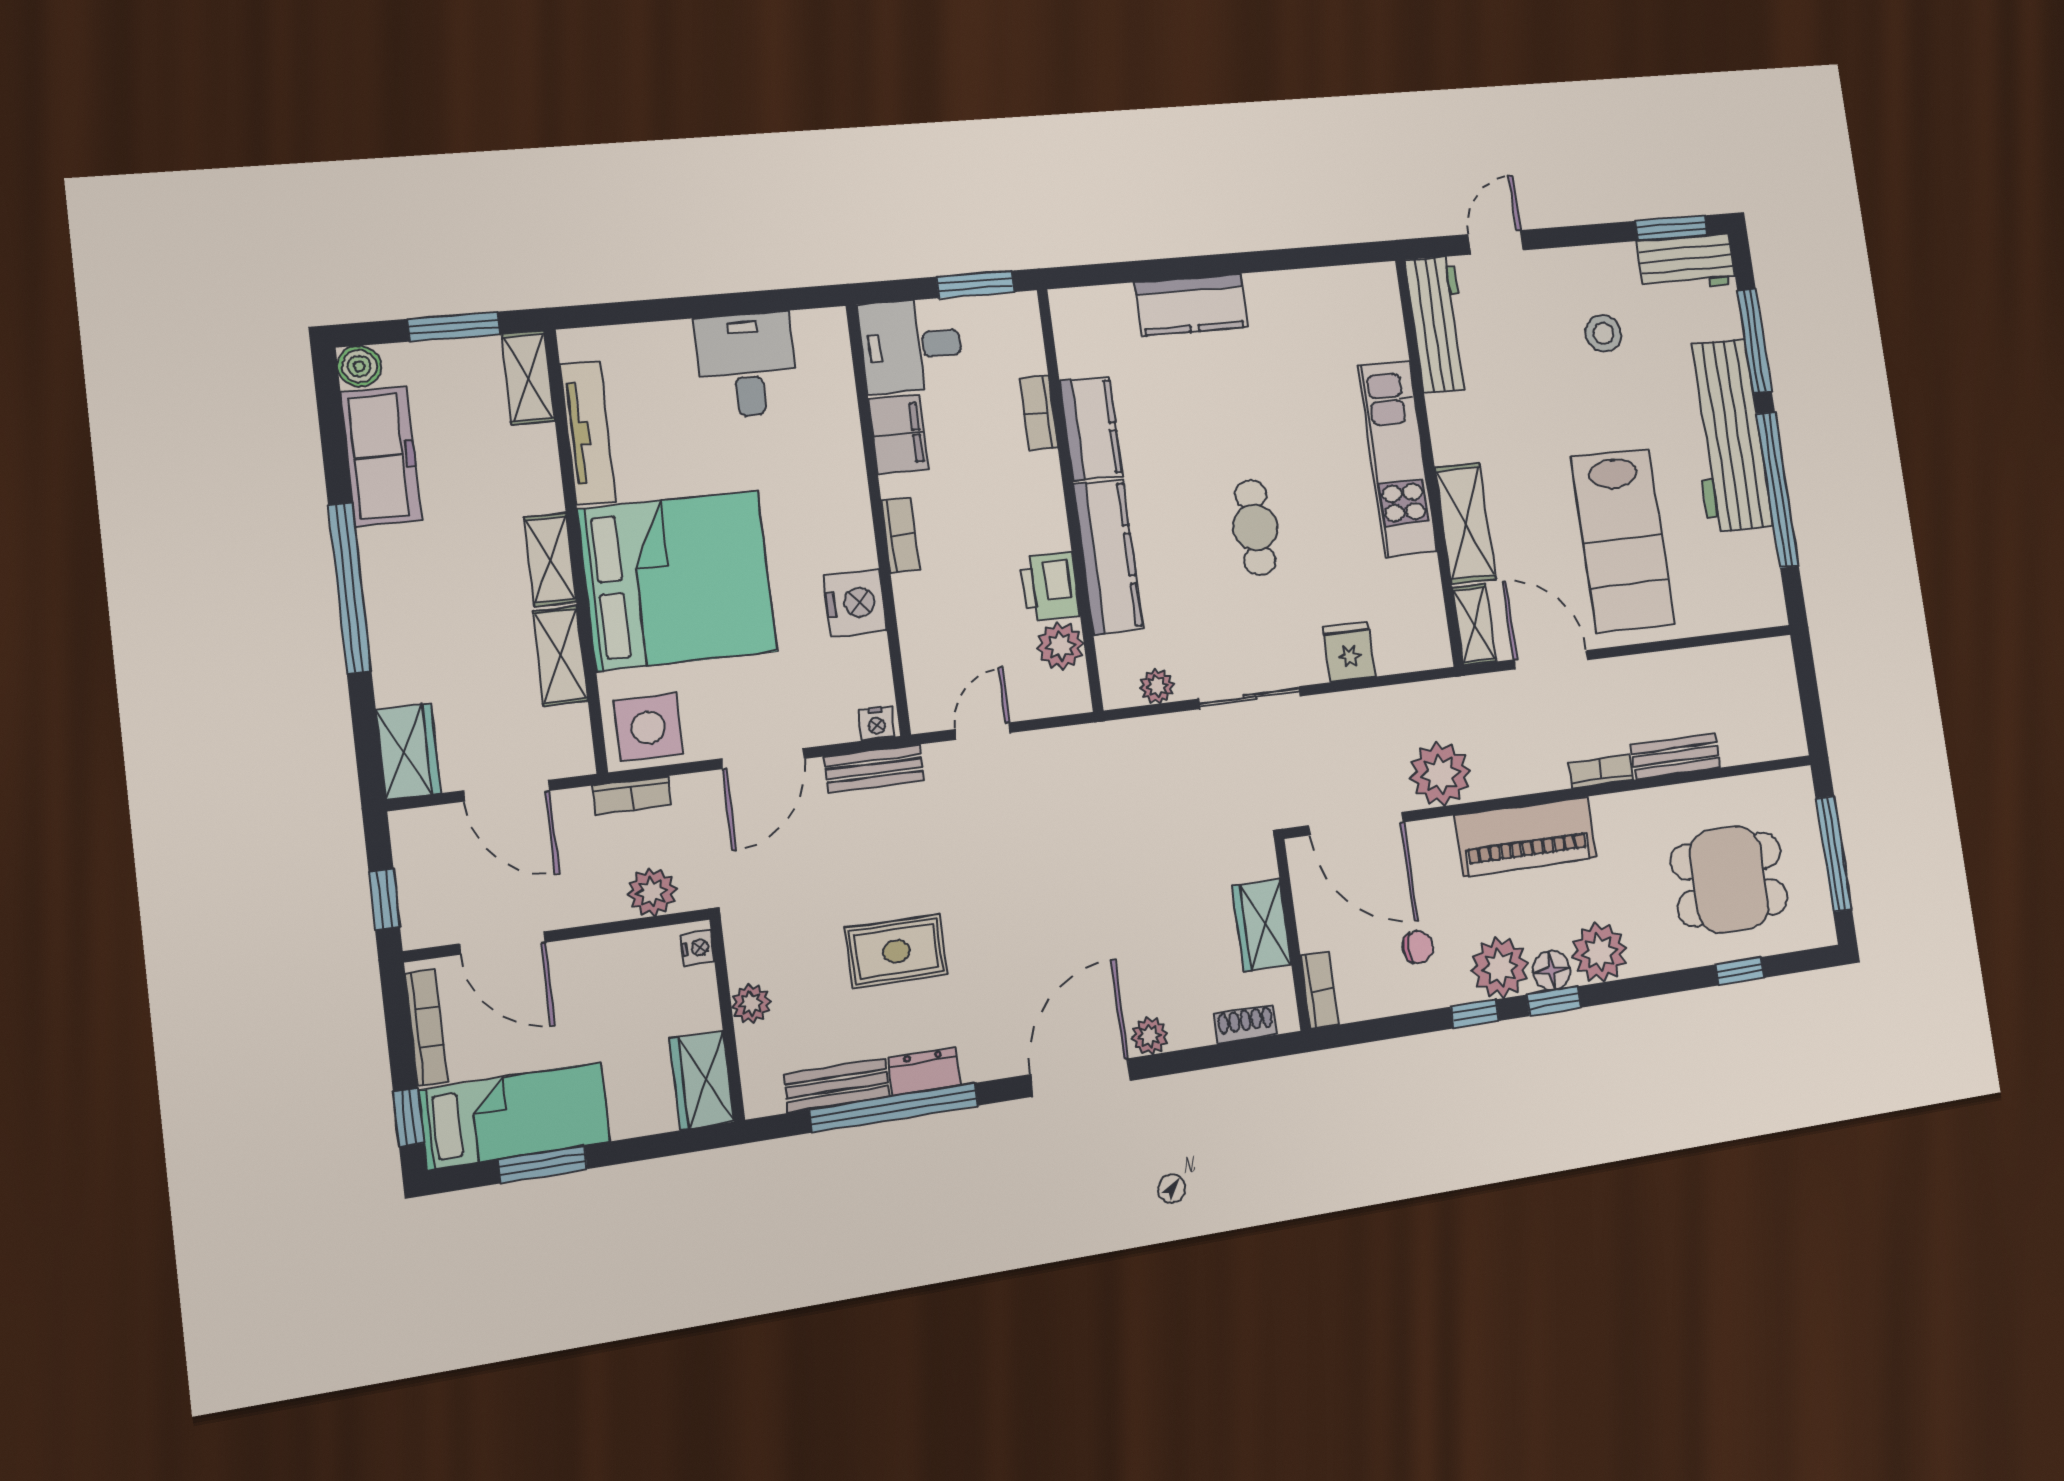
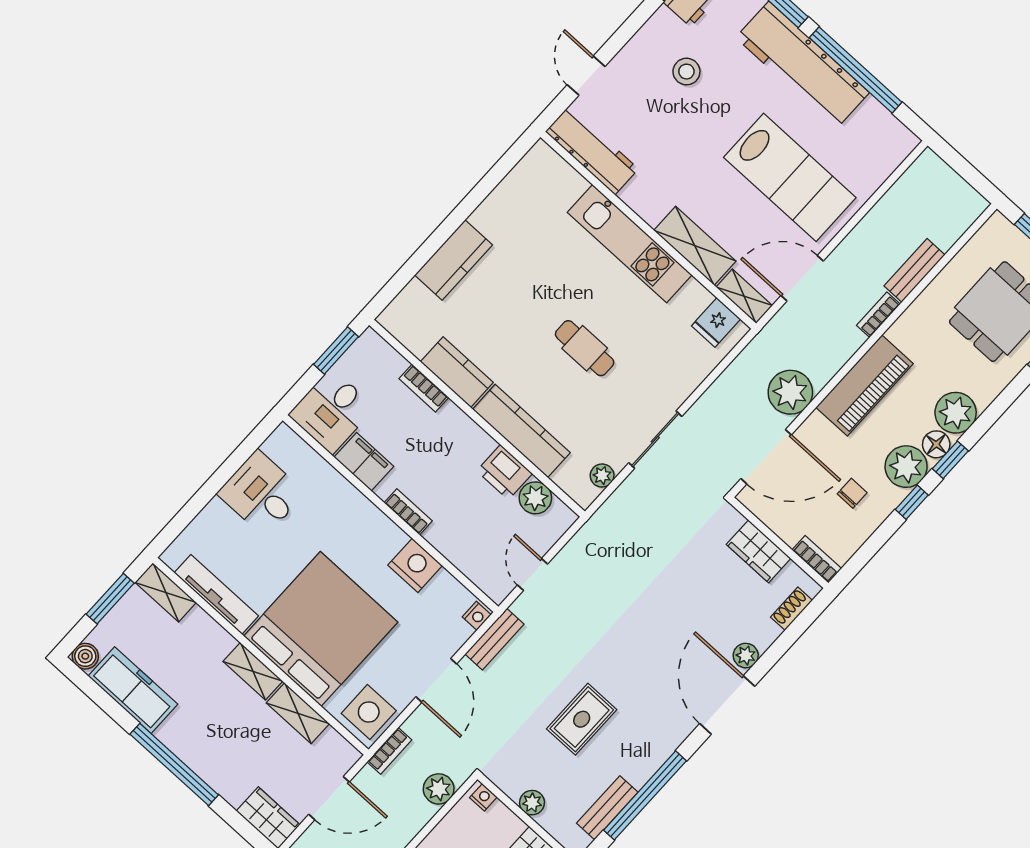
fridge: (1349, 652) -> (716, 322), moved, turned -90
dresser: (924, 1071) -> (645, 766), removed

